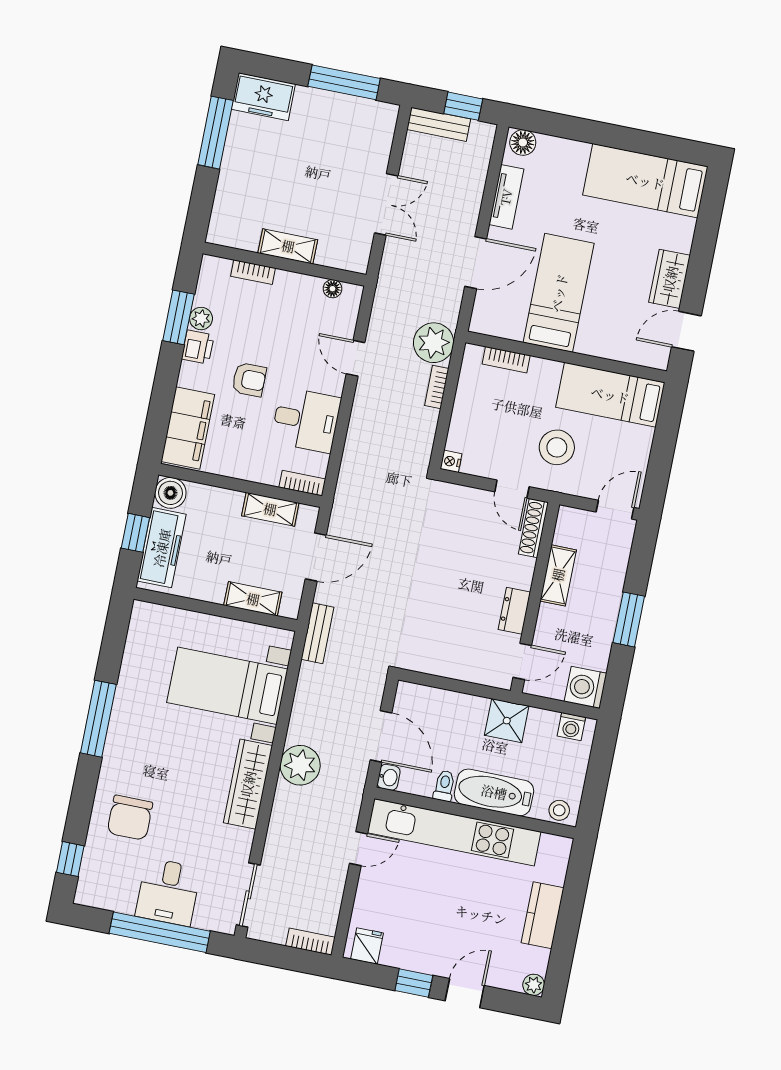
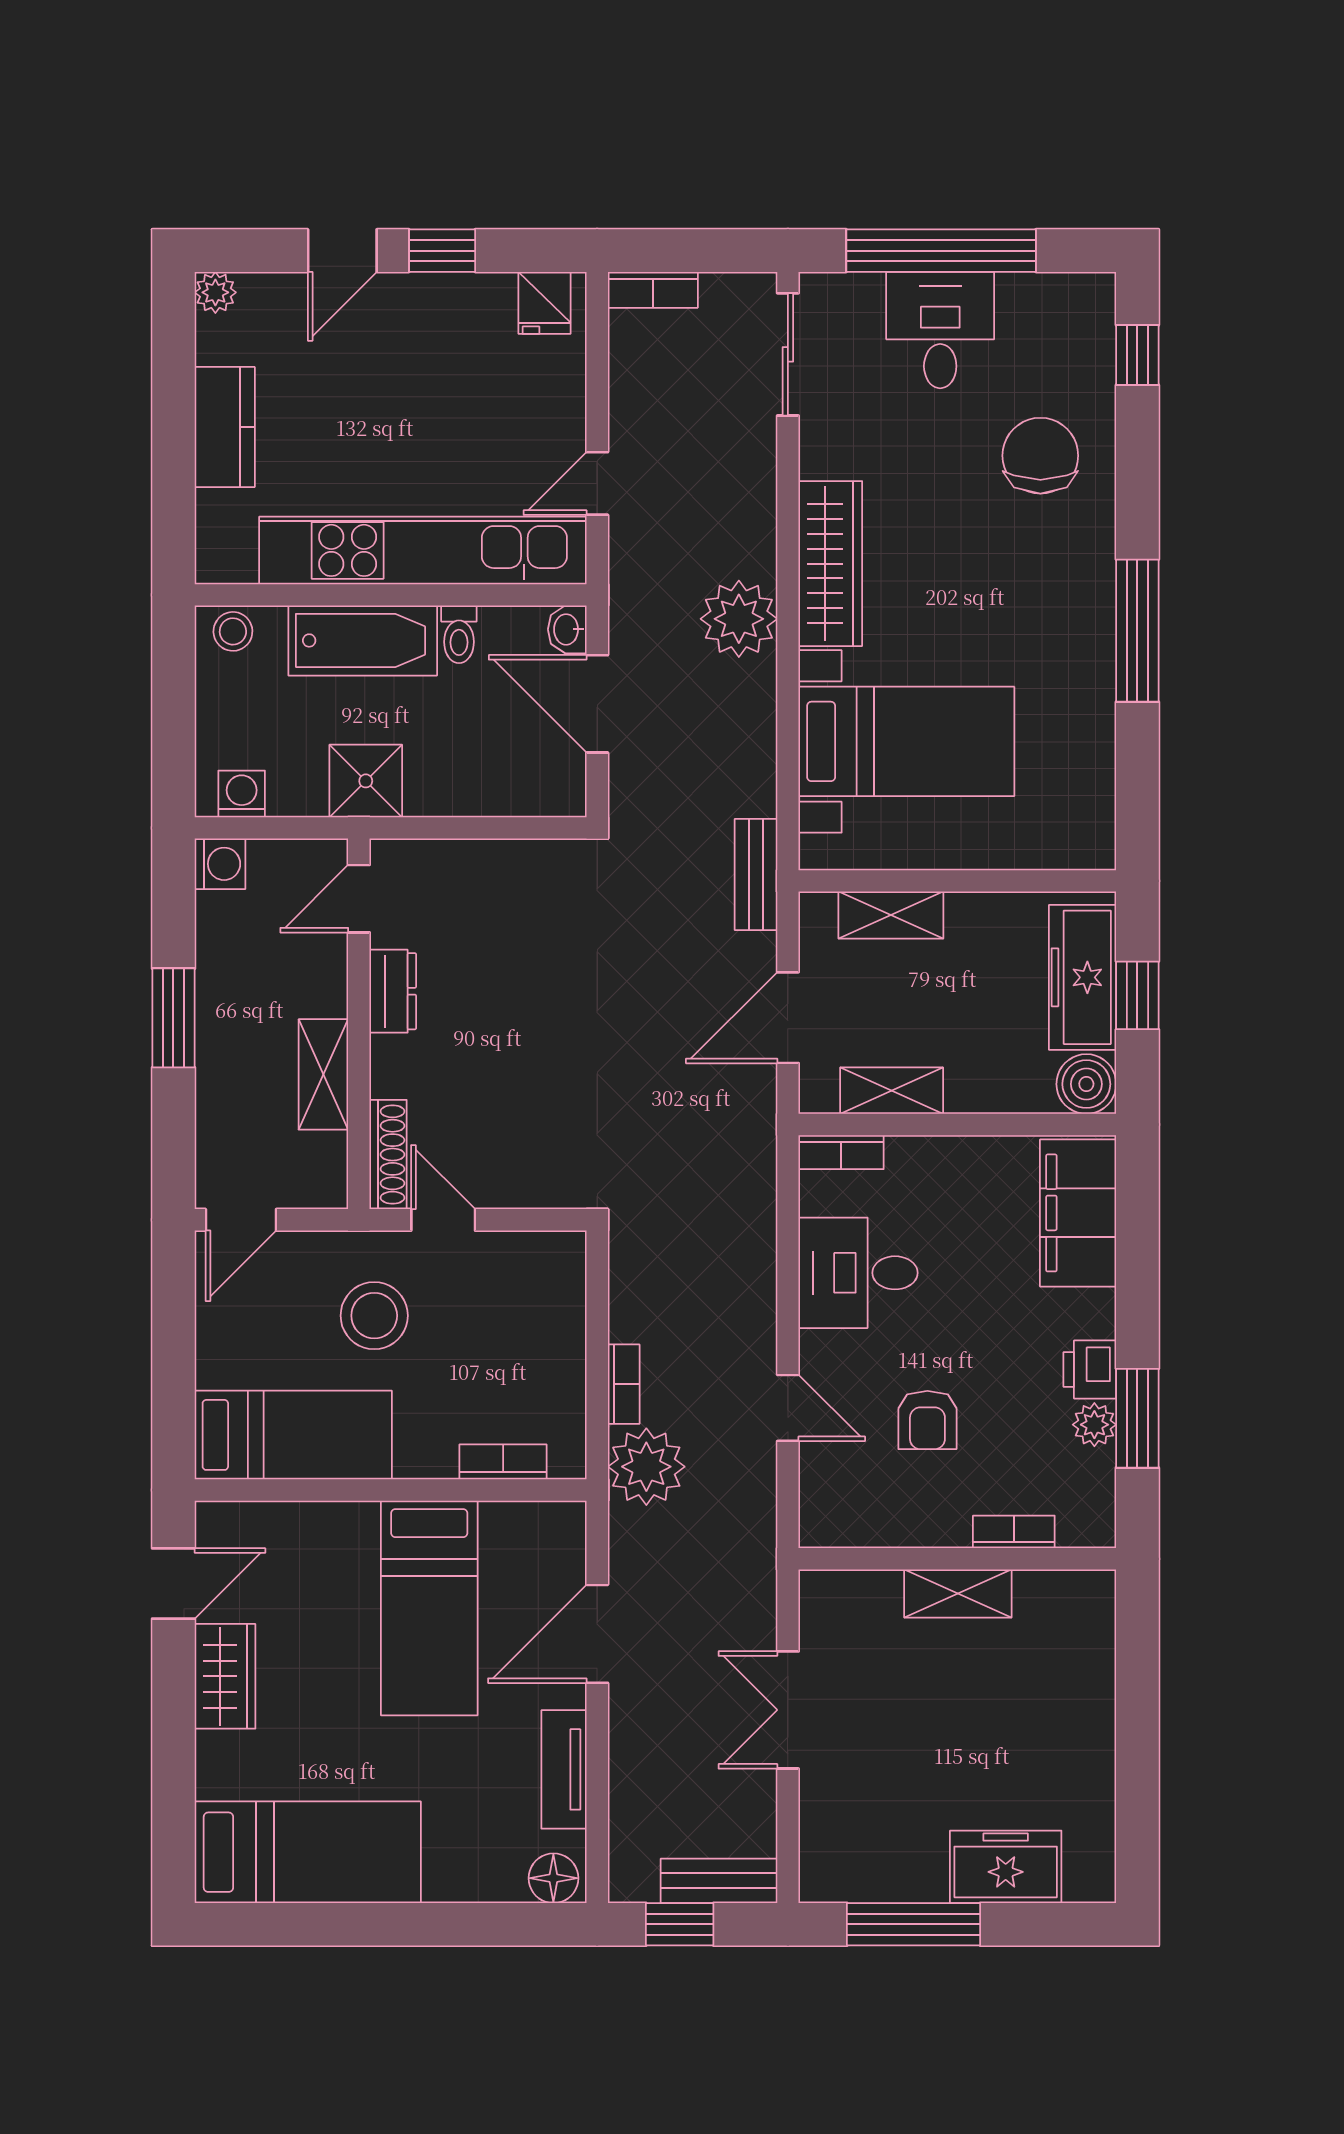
freezer: (263, 97) -> (1006, 1867), moved
window: (215, 133) -> (1137, 1781), removed
floor lamp: (332, 289) -> (858, 1531), removed
armchair: (249, 380) -> (927, 1420), moved, turned -90
nightstand: (451, 461) -> (569, 1249), removed
washing machine: (586, 687) -> (220, 864), width x0.73, depth x0.73

